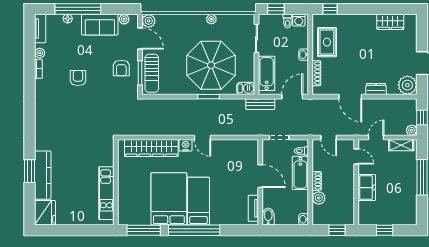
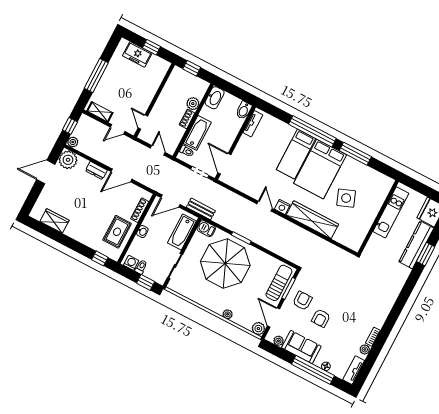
plant: (211, 19) -> (228, 314), moved
armchair: (78, 78) -> (321, 318), moved
door: (350, 97) -> (121, 175), swing flipped
plant: (412, 130) -> (73, 142), moved
door: (260, 176) -> (224, 164), moved
wall: (116, 182) -> (378, 217), moved
side table: (131, 185) -> (346, 198), added
freezer: (367, 188) -> (137, 54), moved, turned -90
kitchen unit: (106, 193) -> (391, 212), moved
washbasin: (304, 219) -> (215, 98), width x1.91, depth x1.45

